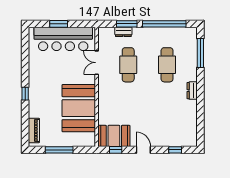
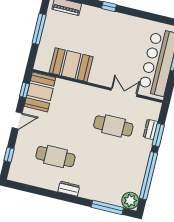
plant: (190, 35) -> (130, 201), added
cafe table: (167, 65) -> (55, 157), moved
booth: (79, 108) -> (71, 65), width x0.73, depth x0.70

